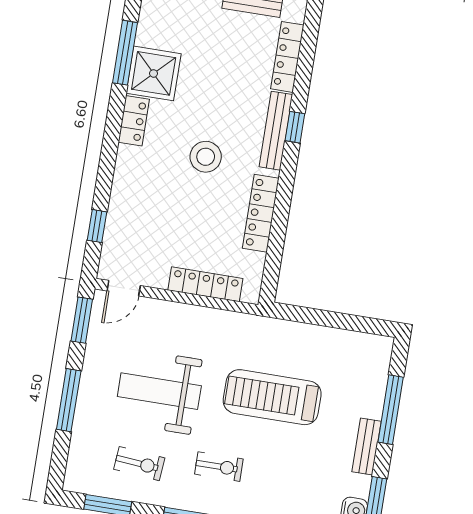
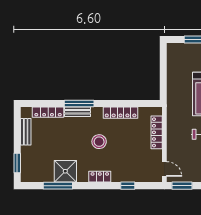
locker: (134, 121) -> (100, 177), moved
window: (295, 127) -> (79, 103), width x2.17
bench: (276, 131) -> (77, 112), width x0.73
window: (97, 226) -> (128, 186), moved

